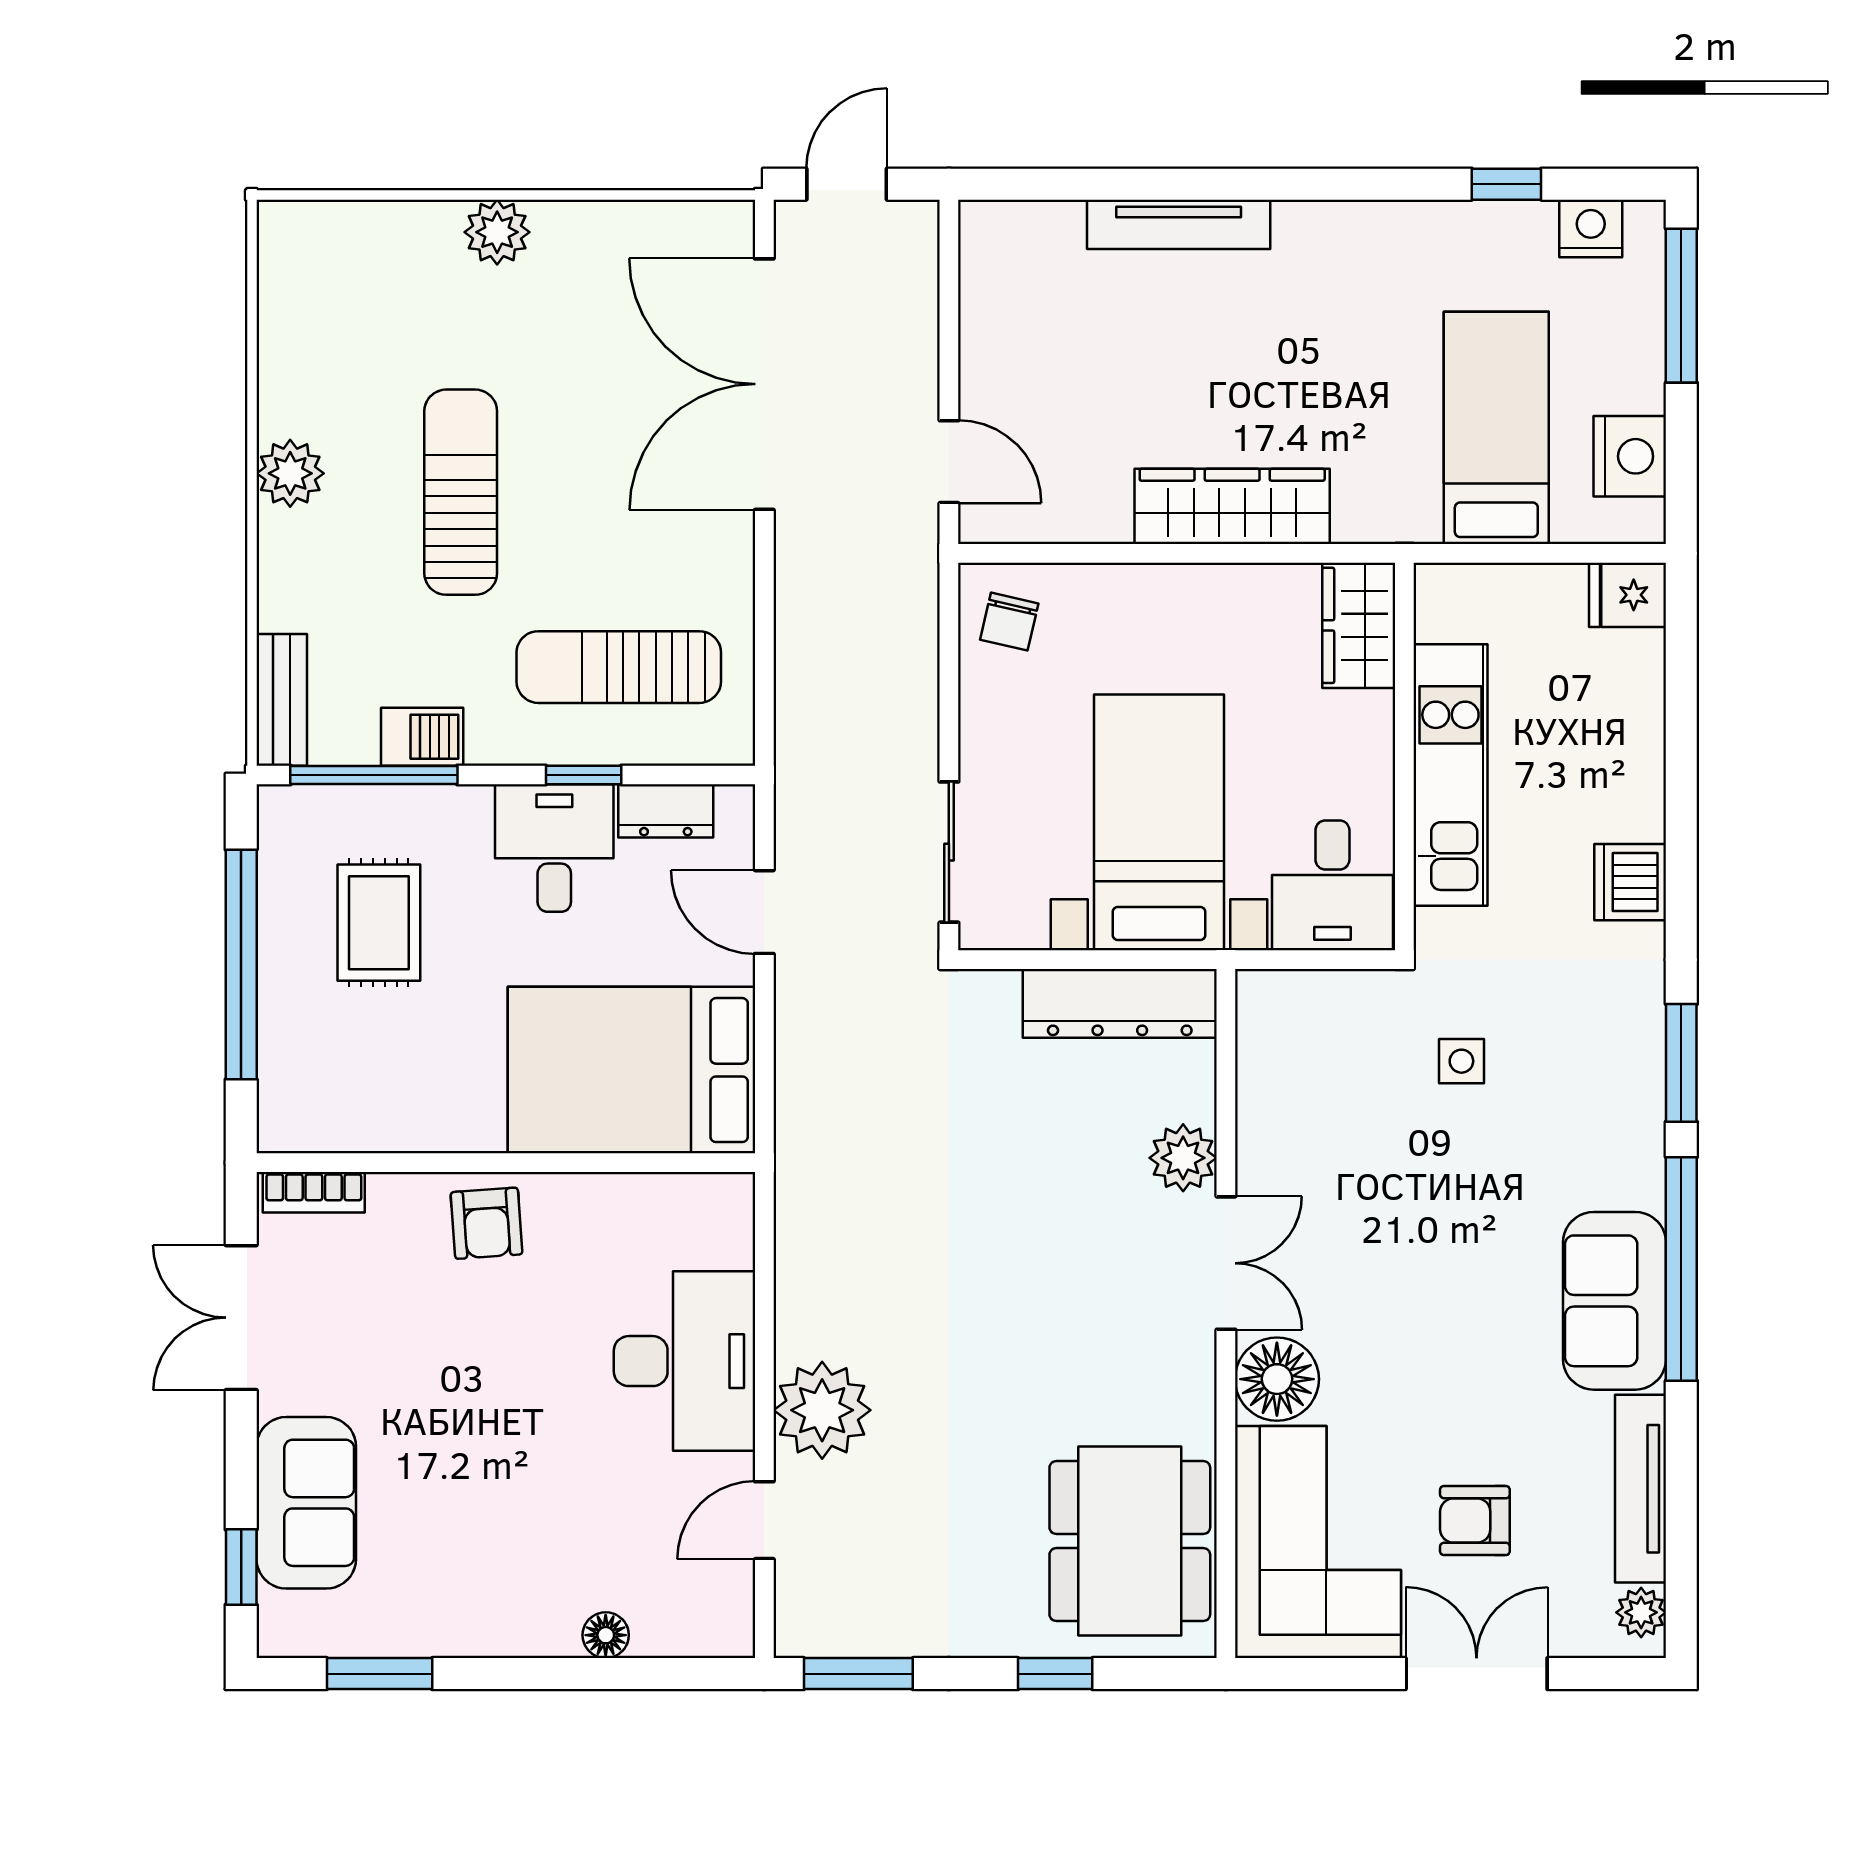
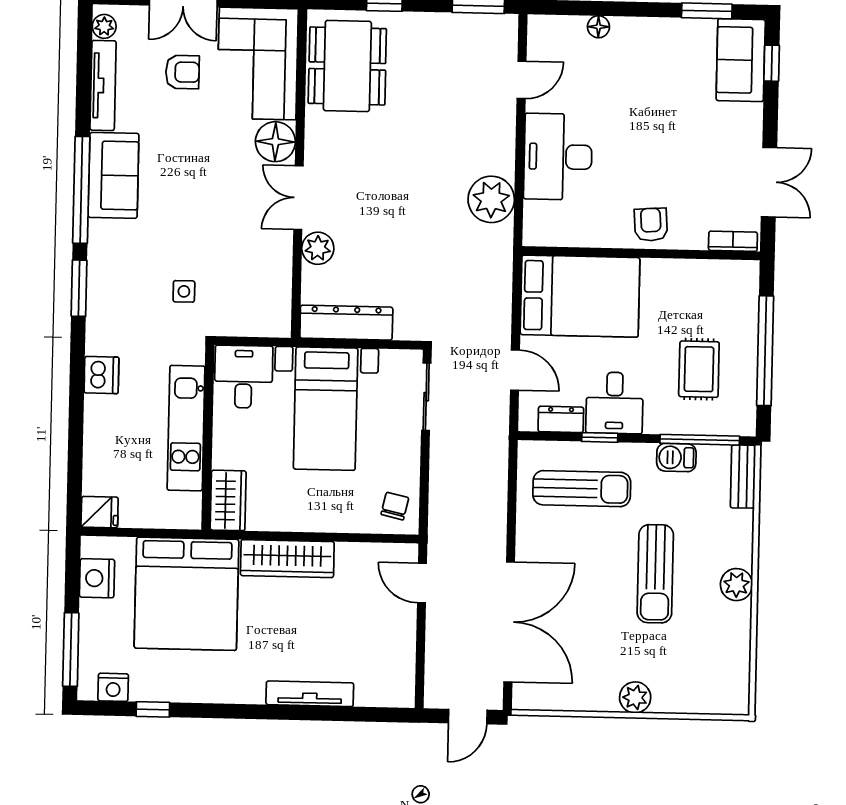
bed: (1496, 428) -> (186, 594), width x2.04
plant: (822, 1410) -> (491, 199), moved
sofa: (306, 1503) -> (741, 60), moved

